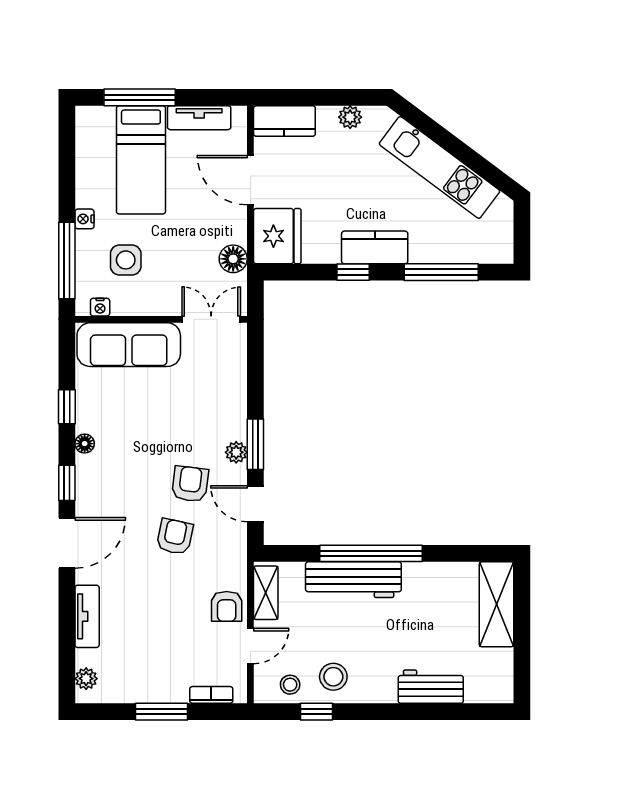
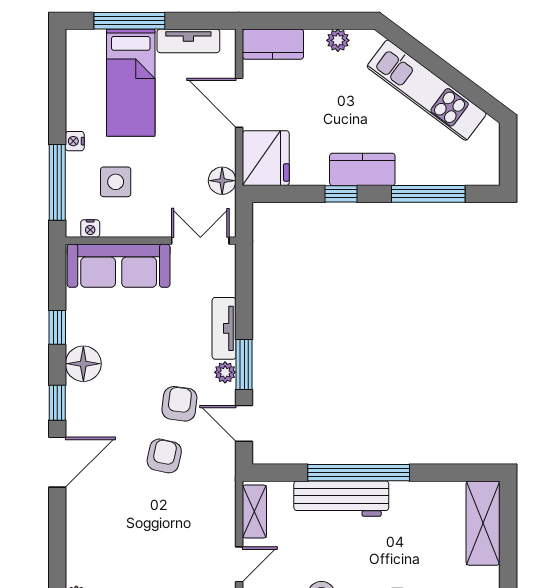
floor lamp: (85, 444) -> (83, 364), width x1.89, depth x1.89
armchair: (227, 606) -> (216, 525), removed
tv unit: (87, 616) -> (224, 328), moved, turned 180

